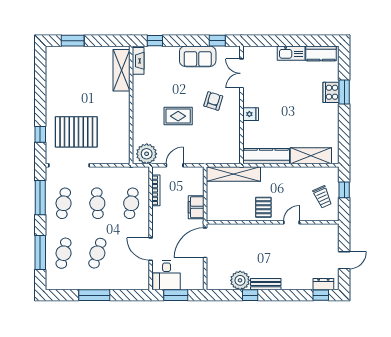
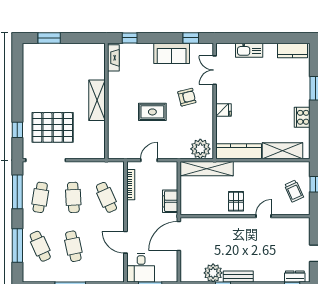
kitchen sink: (291, 53) -> (249, 50), moved
shelving: (121, 70) -> (97, 100), moved
cooker: (331, 92) -> (302, 117), moved
armchair: (213, 101) -> (187, 97), turned 59
plant: (147, 154) -> (200, 149), moved
cafe table: (131, 203) -> (106, 197), turned -33
cafe table: (64, 253) -> (40, 246), turned -36
cafe table: (97, 253) -> (73, 246), turned -30

